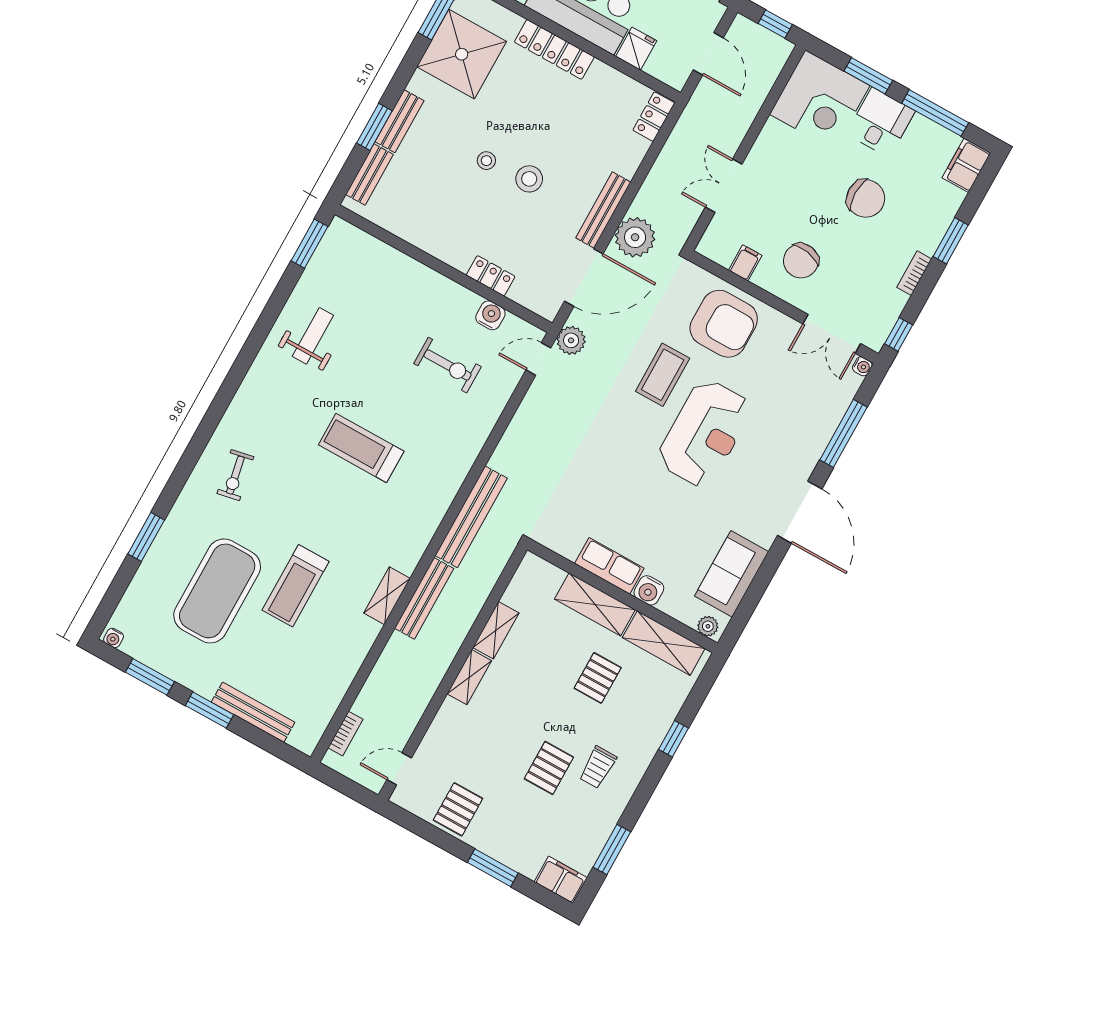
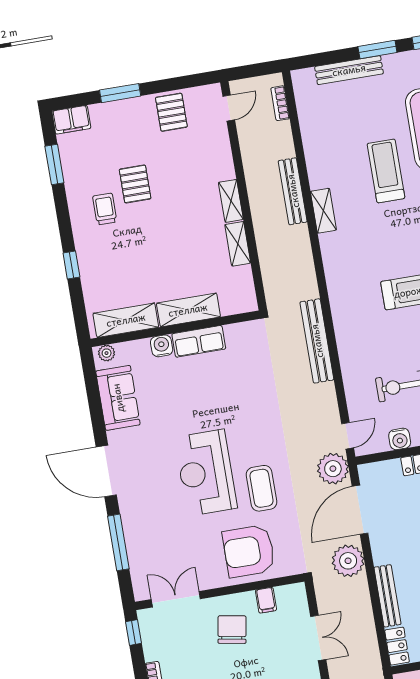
bench: (603, 210) -> (387, 596), moved
plant: (571, 340) -> (333, 469), width x1.36, depth x1.36
water cooler: (862, 366) -> (140, 594), removed
bench: (471, 517) -> (317, 341), moved
bench: (424, 598) -> (293, 191), moved
pallet: (598, 678) -> (150, 265), removed

